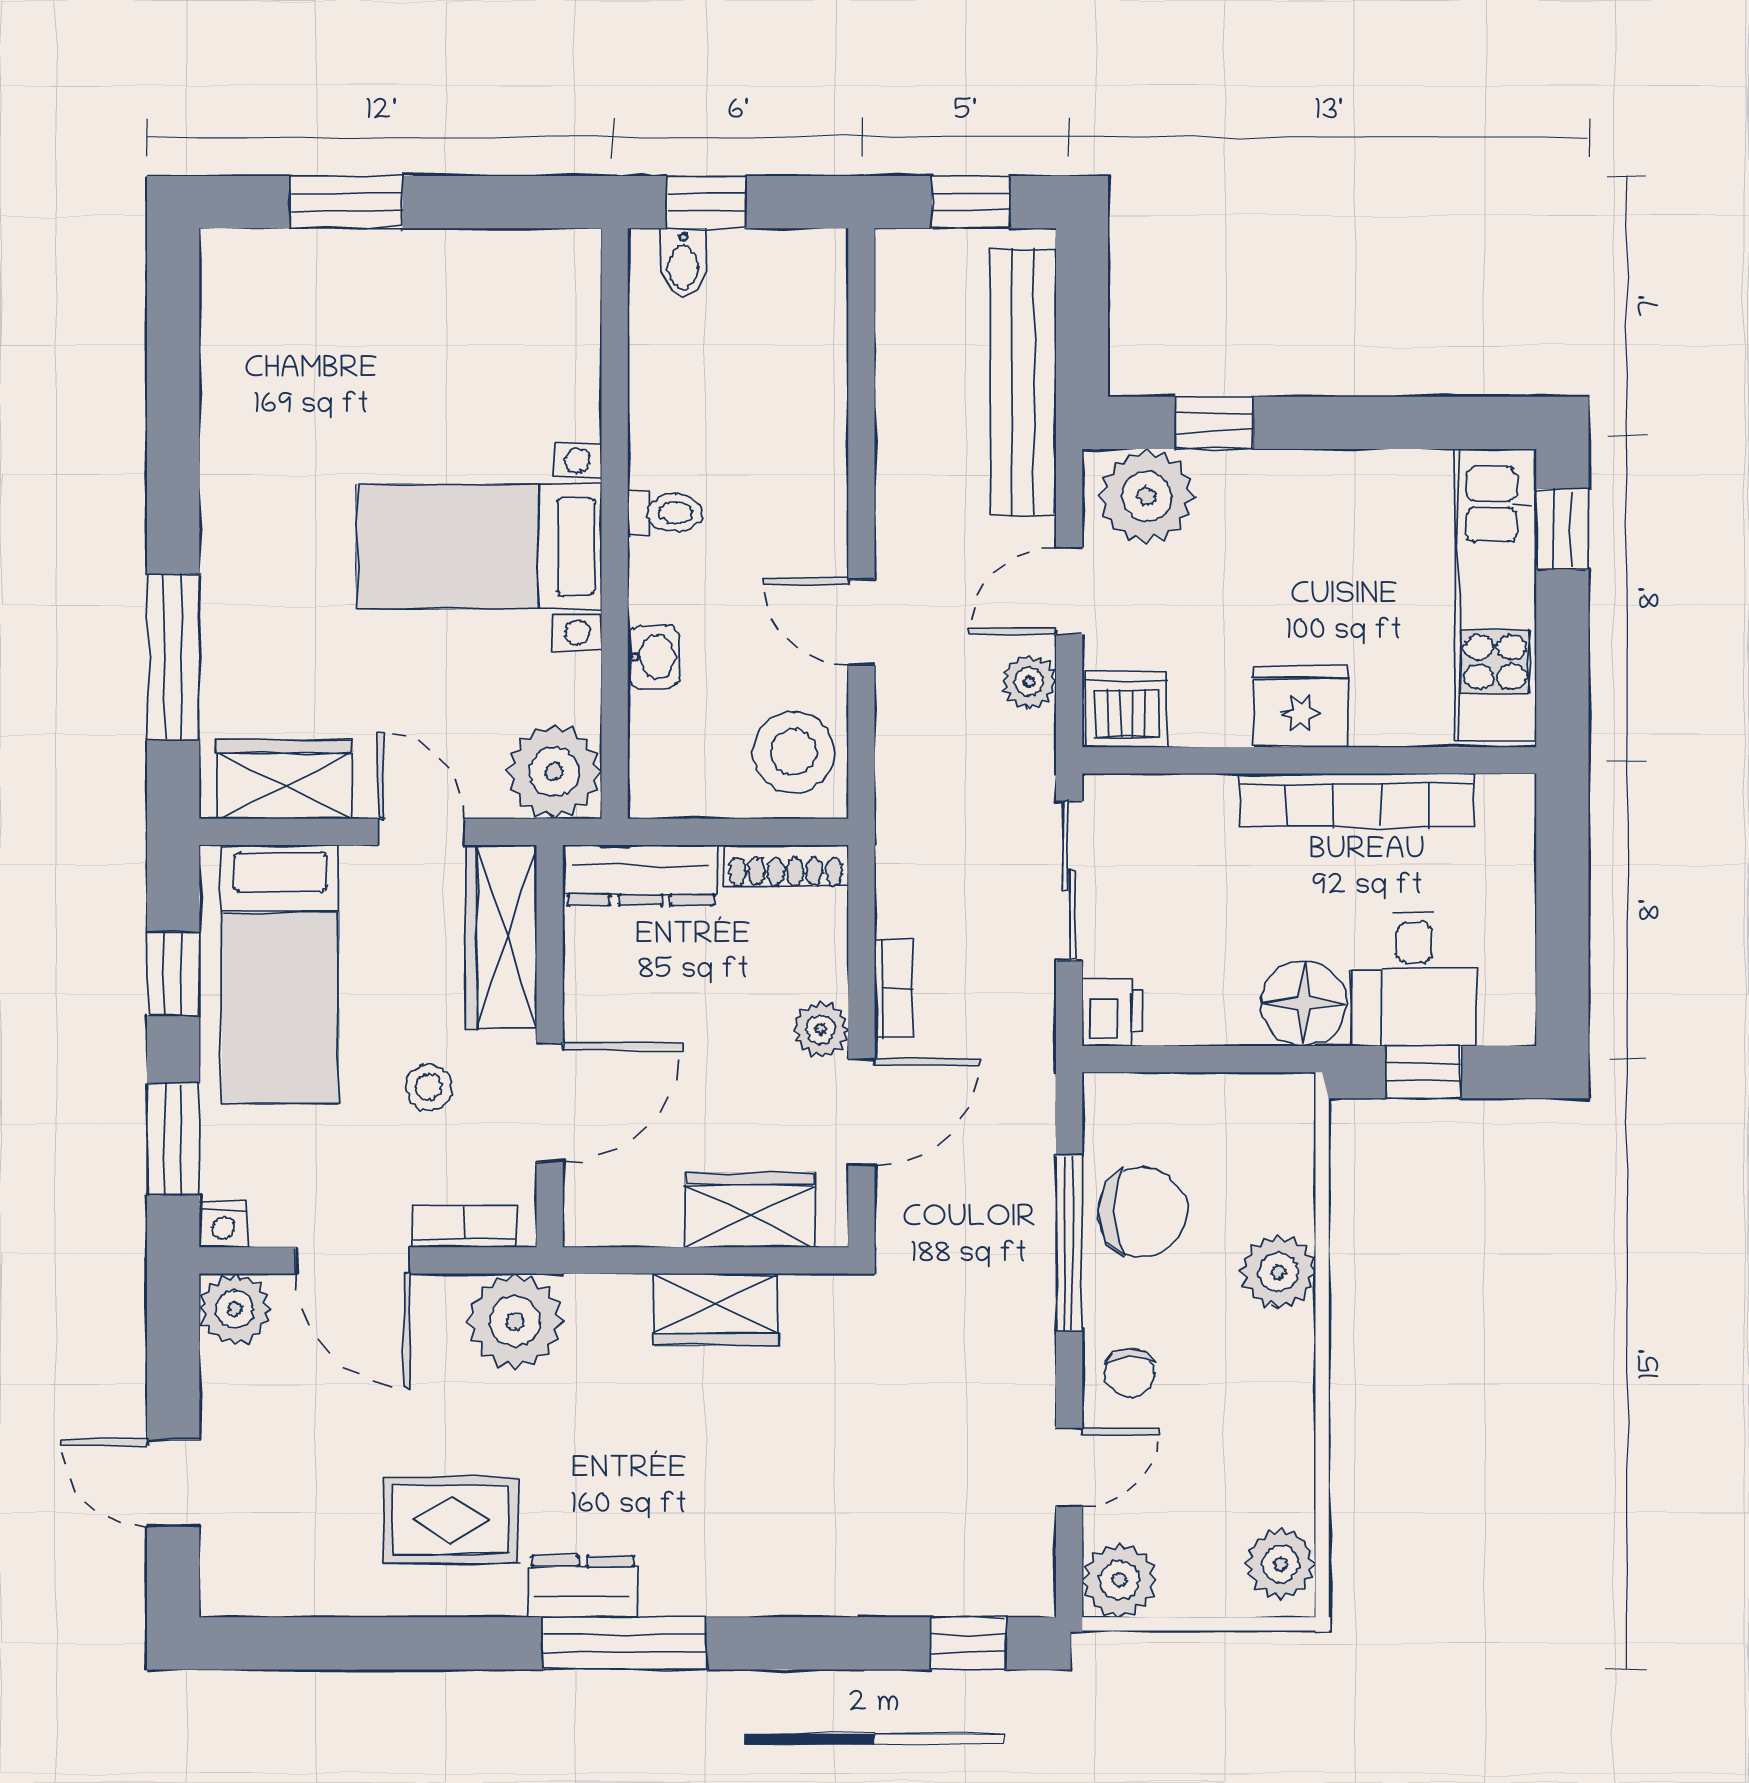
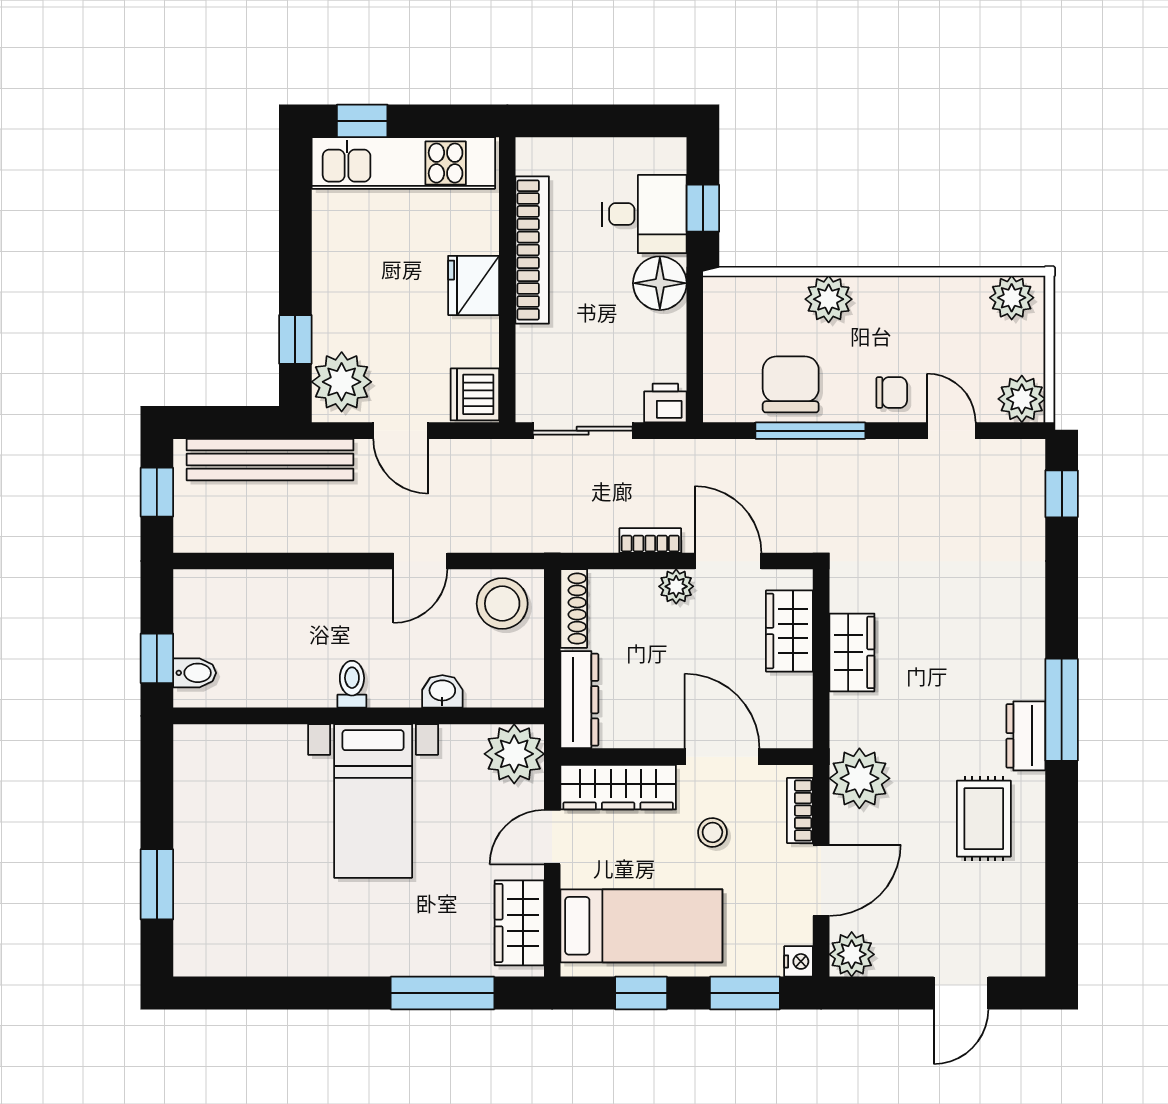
plant: (1029, 682) -> (458, 456), removed

